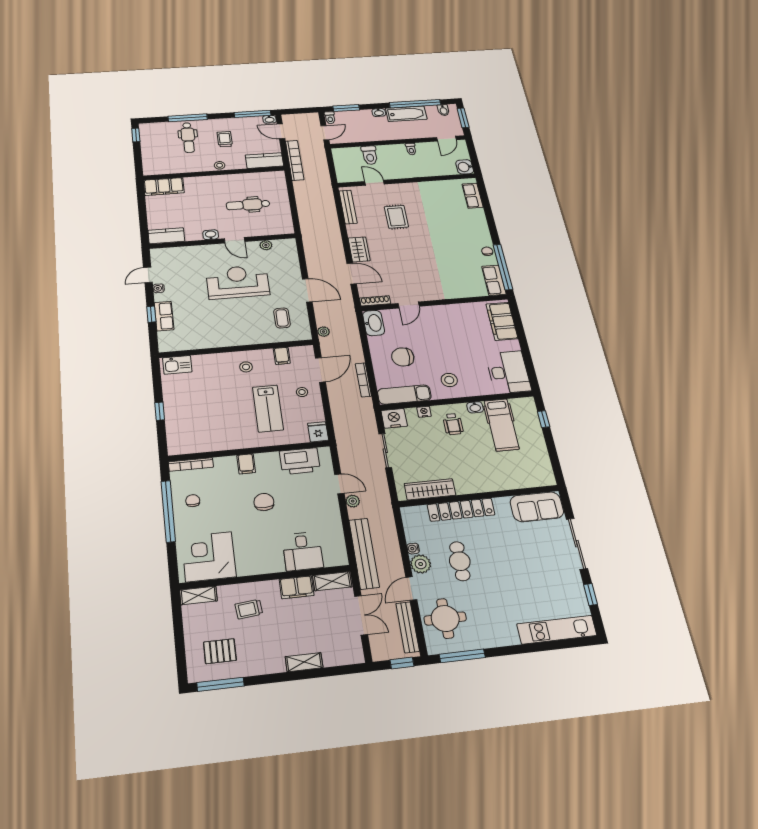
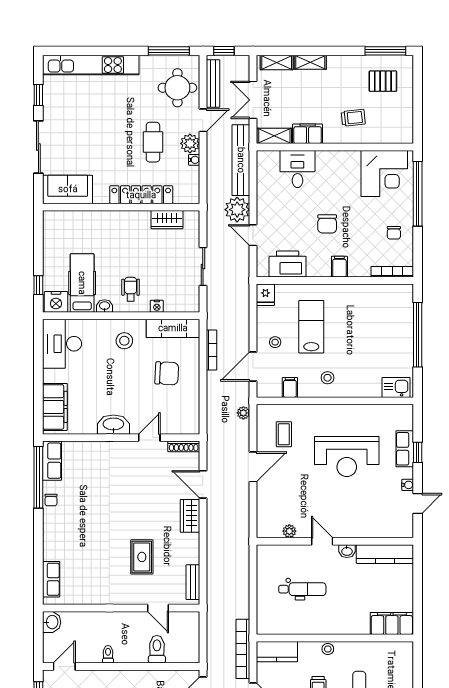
bench: (348, 207) -> (193, 582), width x0.73
kitchen counter: (166, 236) -> (385, 554), width x1.50
reception desk: (238, 282) -> (347, 457), moved
door: (307, 290) -> (253, 467), swing flipped
washbasin: (374, 323) -> (113, 425), moved, turned 90
window: (160, 411) -> (418, 335), width x3.17
nightstand: (394, 418) -> (56, 302), moved
wardrobe: (430, 489) -> (167, 220), width x0.67
plant: (353, 501) -> (237, 210), width x1.87, depth x1.87
window: (168, 511) -> (418, 194), moved
shelving: (198, 595) -> (277, 62), moved
kitchen unit: (557, 630) -> (91, 65), width x1.36

